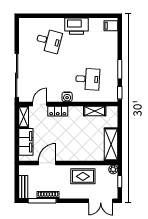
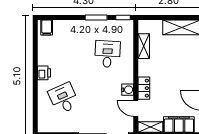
printer: (77, 26) -> (44, 73), width x0.53, depth x0.68
desk: (49, 41) -> (64, 98), turned -39
water cooler: (67, 97) -> (128, 90), moved

